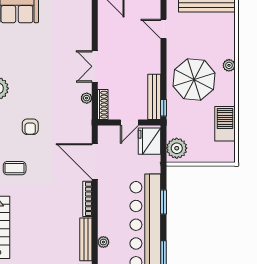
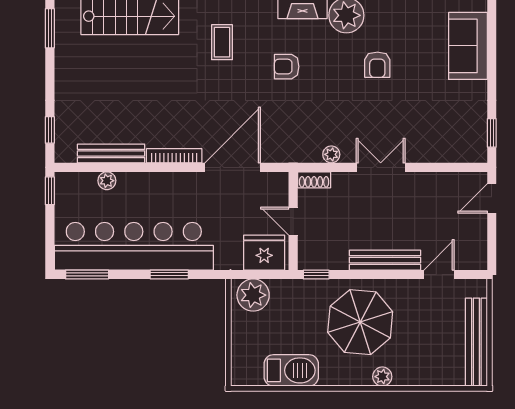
armchair: (29, 69) -> (377, 65), added
bench: (154, 97) -> (385, 260), moved
shoe rack: (103, 105) -> (314, 180), width x0.70

